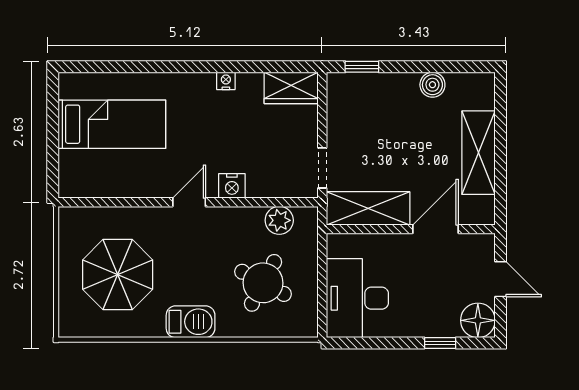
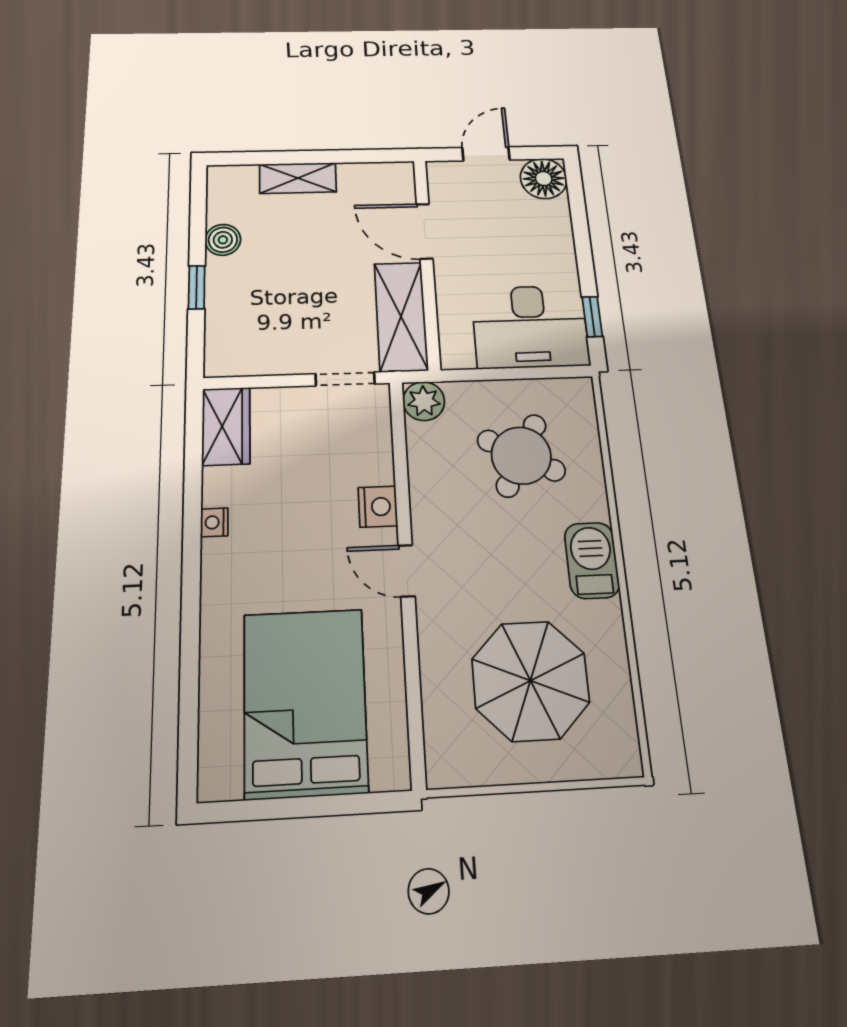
window: (362, 67) -> (197, 287), moved
bed: (112, 124) -> (305, 702), width x1.50
shelving: (479, 153) -> (298, 178), width x0.67, depth x0.75
plant: (279, 220) -> (424, 401), moved
window: (440, 343) -> (592, 317), moved

